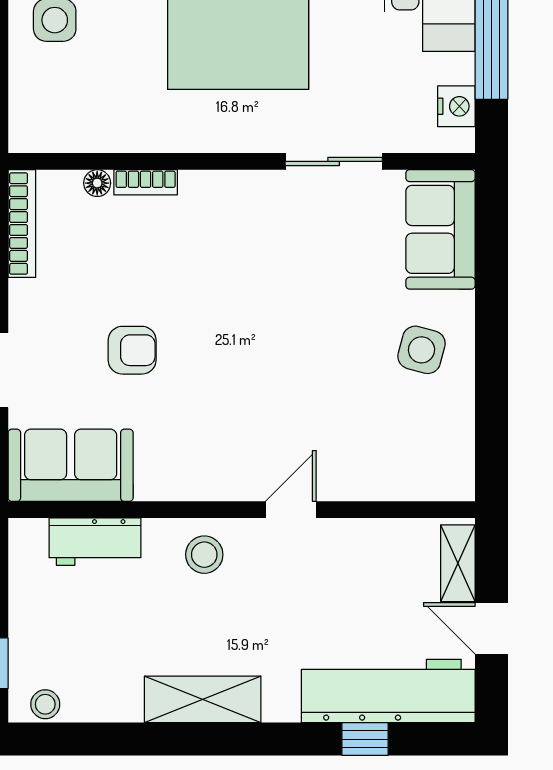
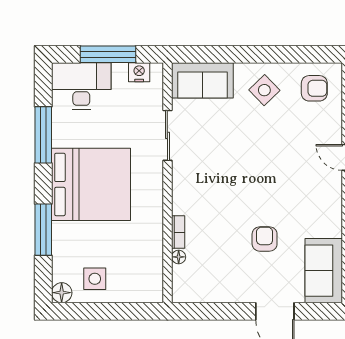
bookcase: (22, 224) -> (199, 296), removed
side table: (422, 350) -> (264, 90), turned 31
armchair: (425, 447) -> (314, 88), added

